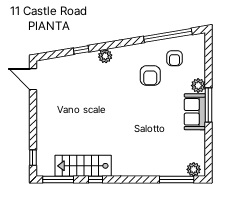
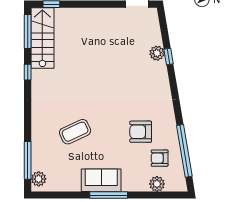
plant: (105, 56) -> (157, 53), moved
plant: (198, 86) -> (157, 184), moved
coffee table: (150, 136) -> (75, 132), added
stairs: (83, 166) -> (42, 38), moved

